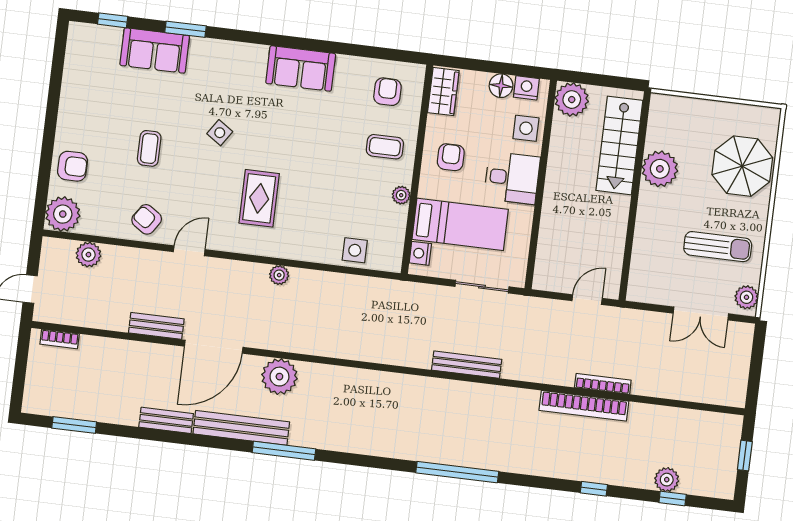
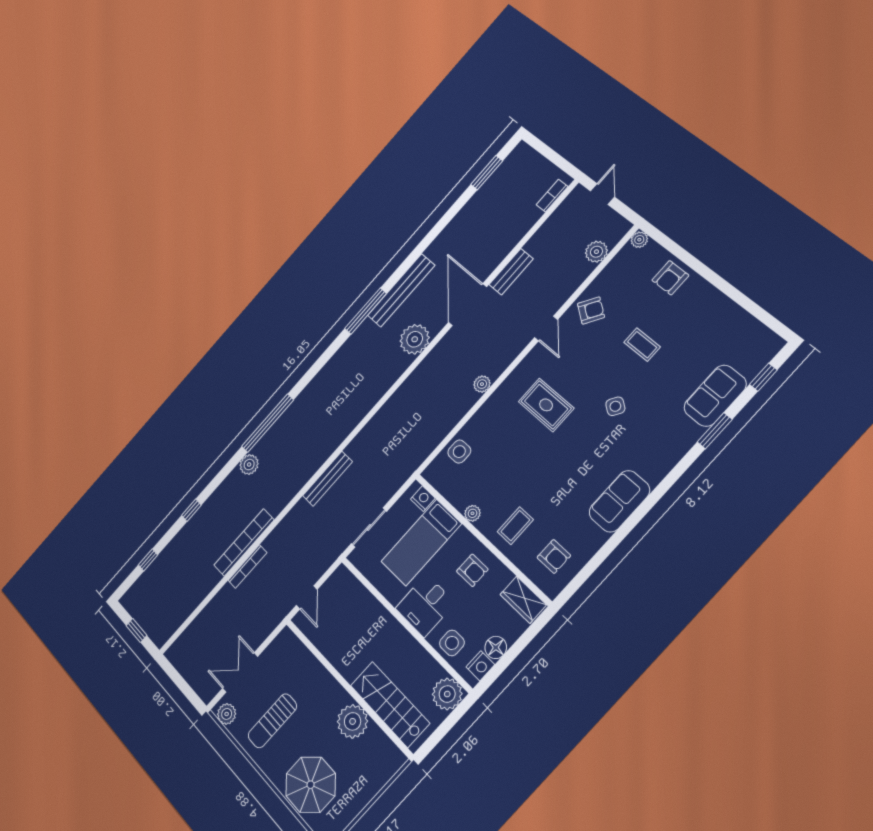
plant: (63, 214) -> (639, 240), width x0.53, depth x0.53
bench: (166, 420) -> (444, 240), removed
plant: (667, 480) -> (249, 465), moved

